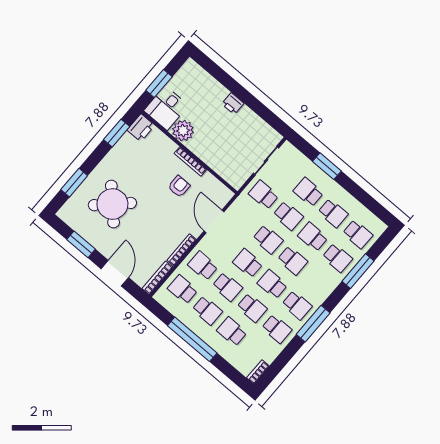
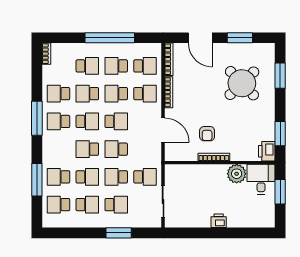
school desk: (333, 213) -> (87, 205), turned 180

